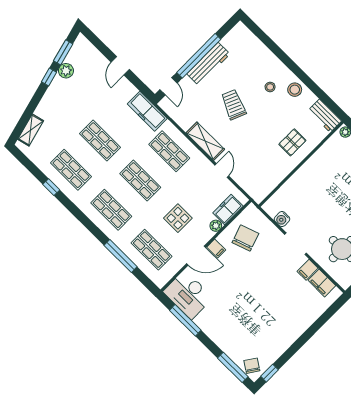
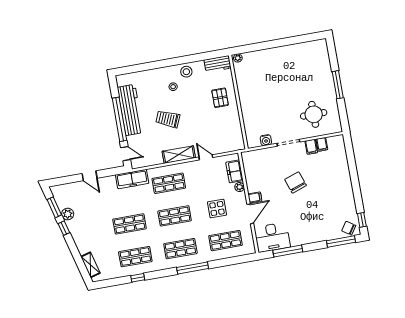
workbench: (208, 64) -> (130, 110), width x1.36, depth x1.32
chair: (245, 238) -> (296, 182), moved
window: (121, 256) -> (193, 268), moved
filing cabinet: (322, 283) -> (322, 144), width x0.50

